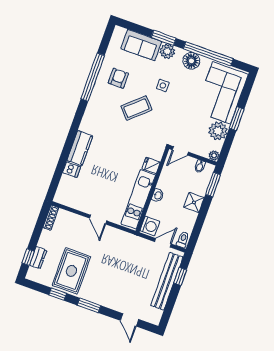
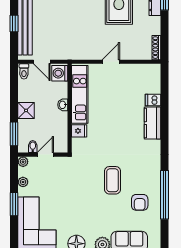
side table: (163, 85) -> (95, 211), removed
coffee table: (136, 108) -> (113, 180), turned -48
plant: (218, 131) -> (23, 182), width x0.53, depth x0.53
door: (180, 151) -> (45, 155), moved
door: (98, 220) -> (111, 62), hinge flipped
door: (163, 243) -> (42, 62), hinge flipped
window: (180, 276) -> (14, 23), moved

